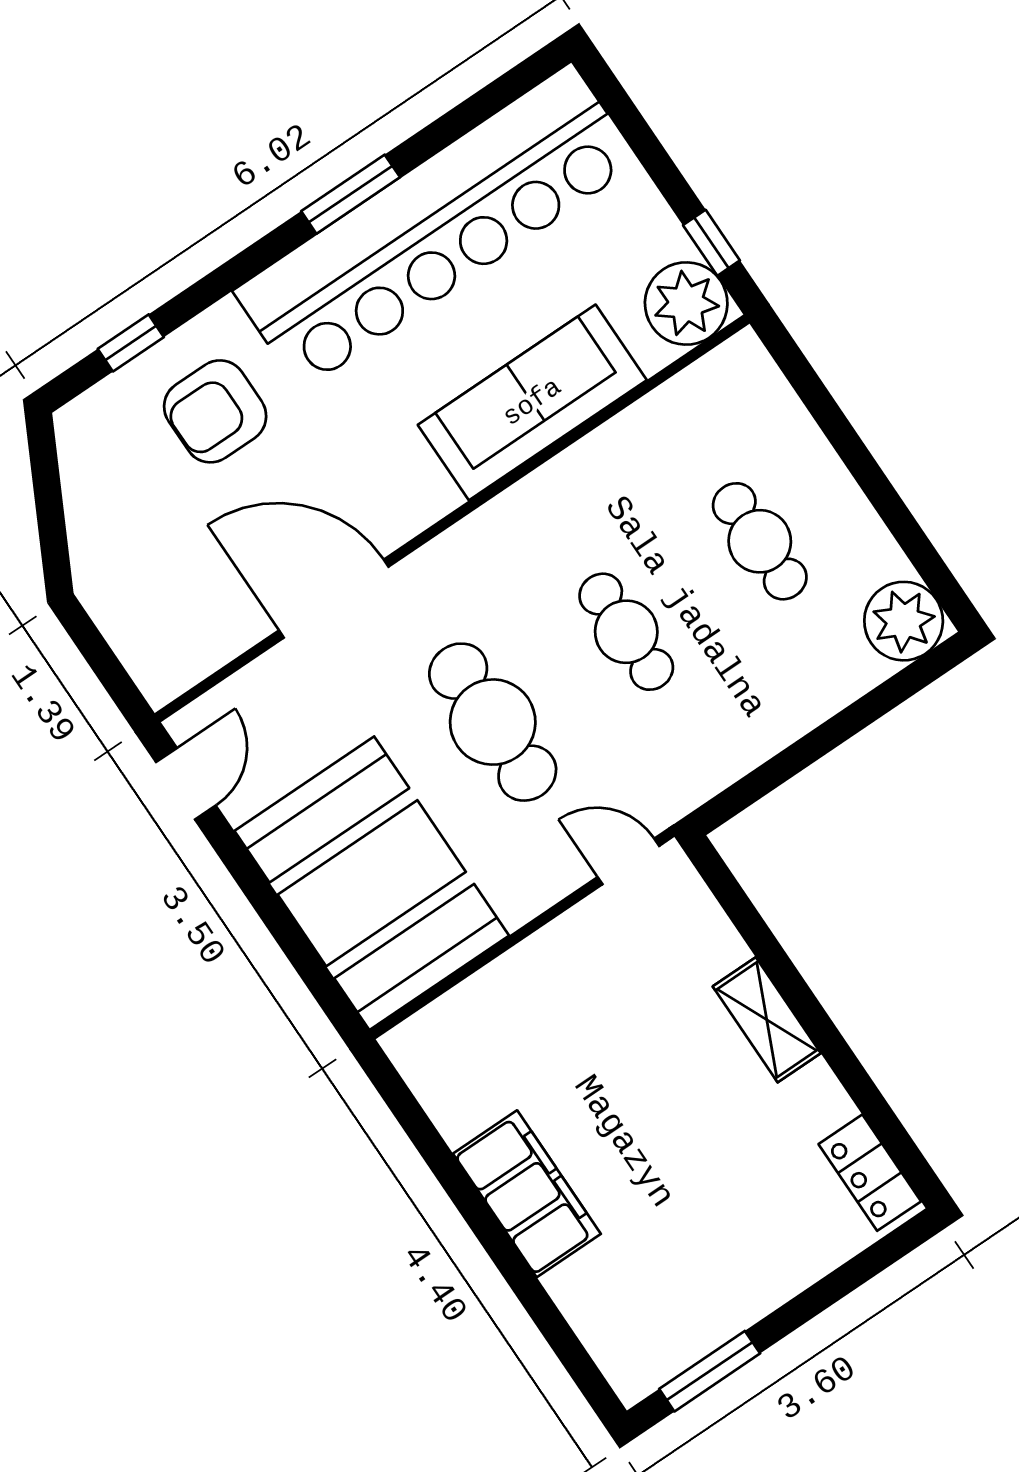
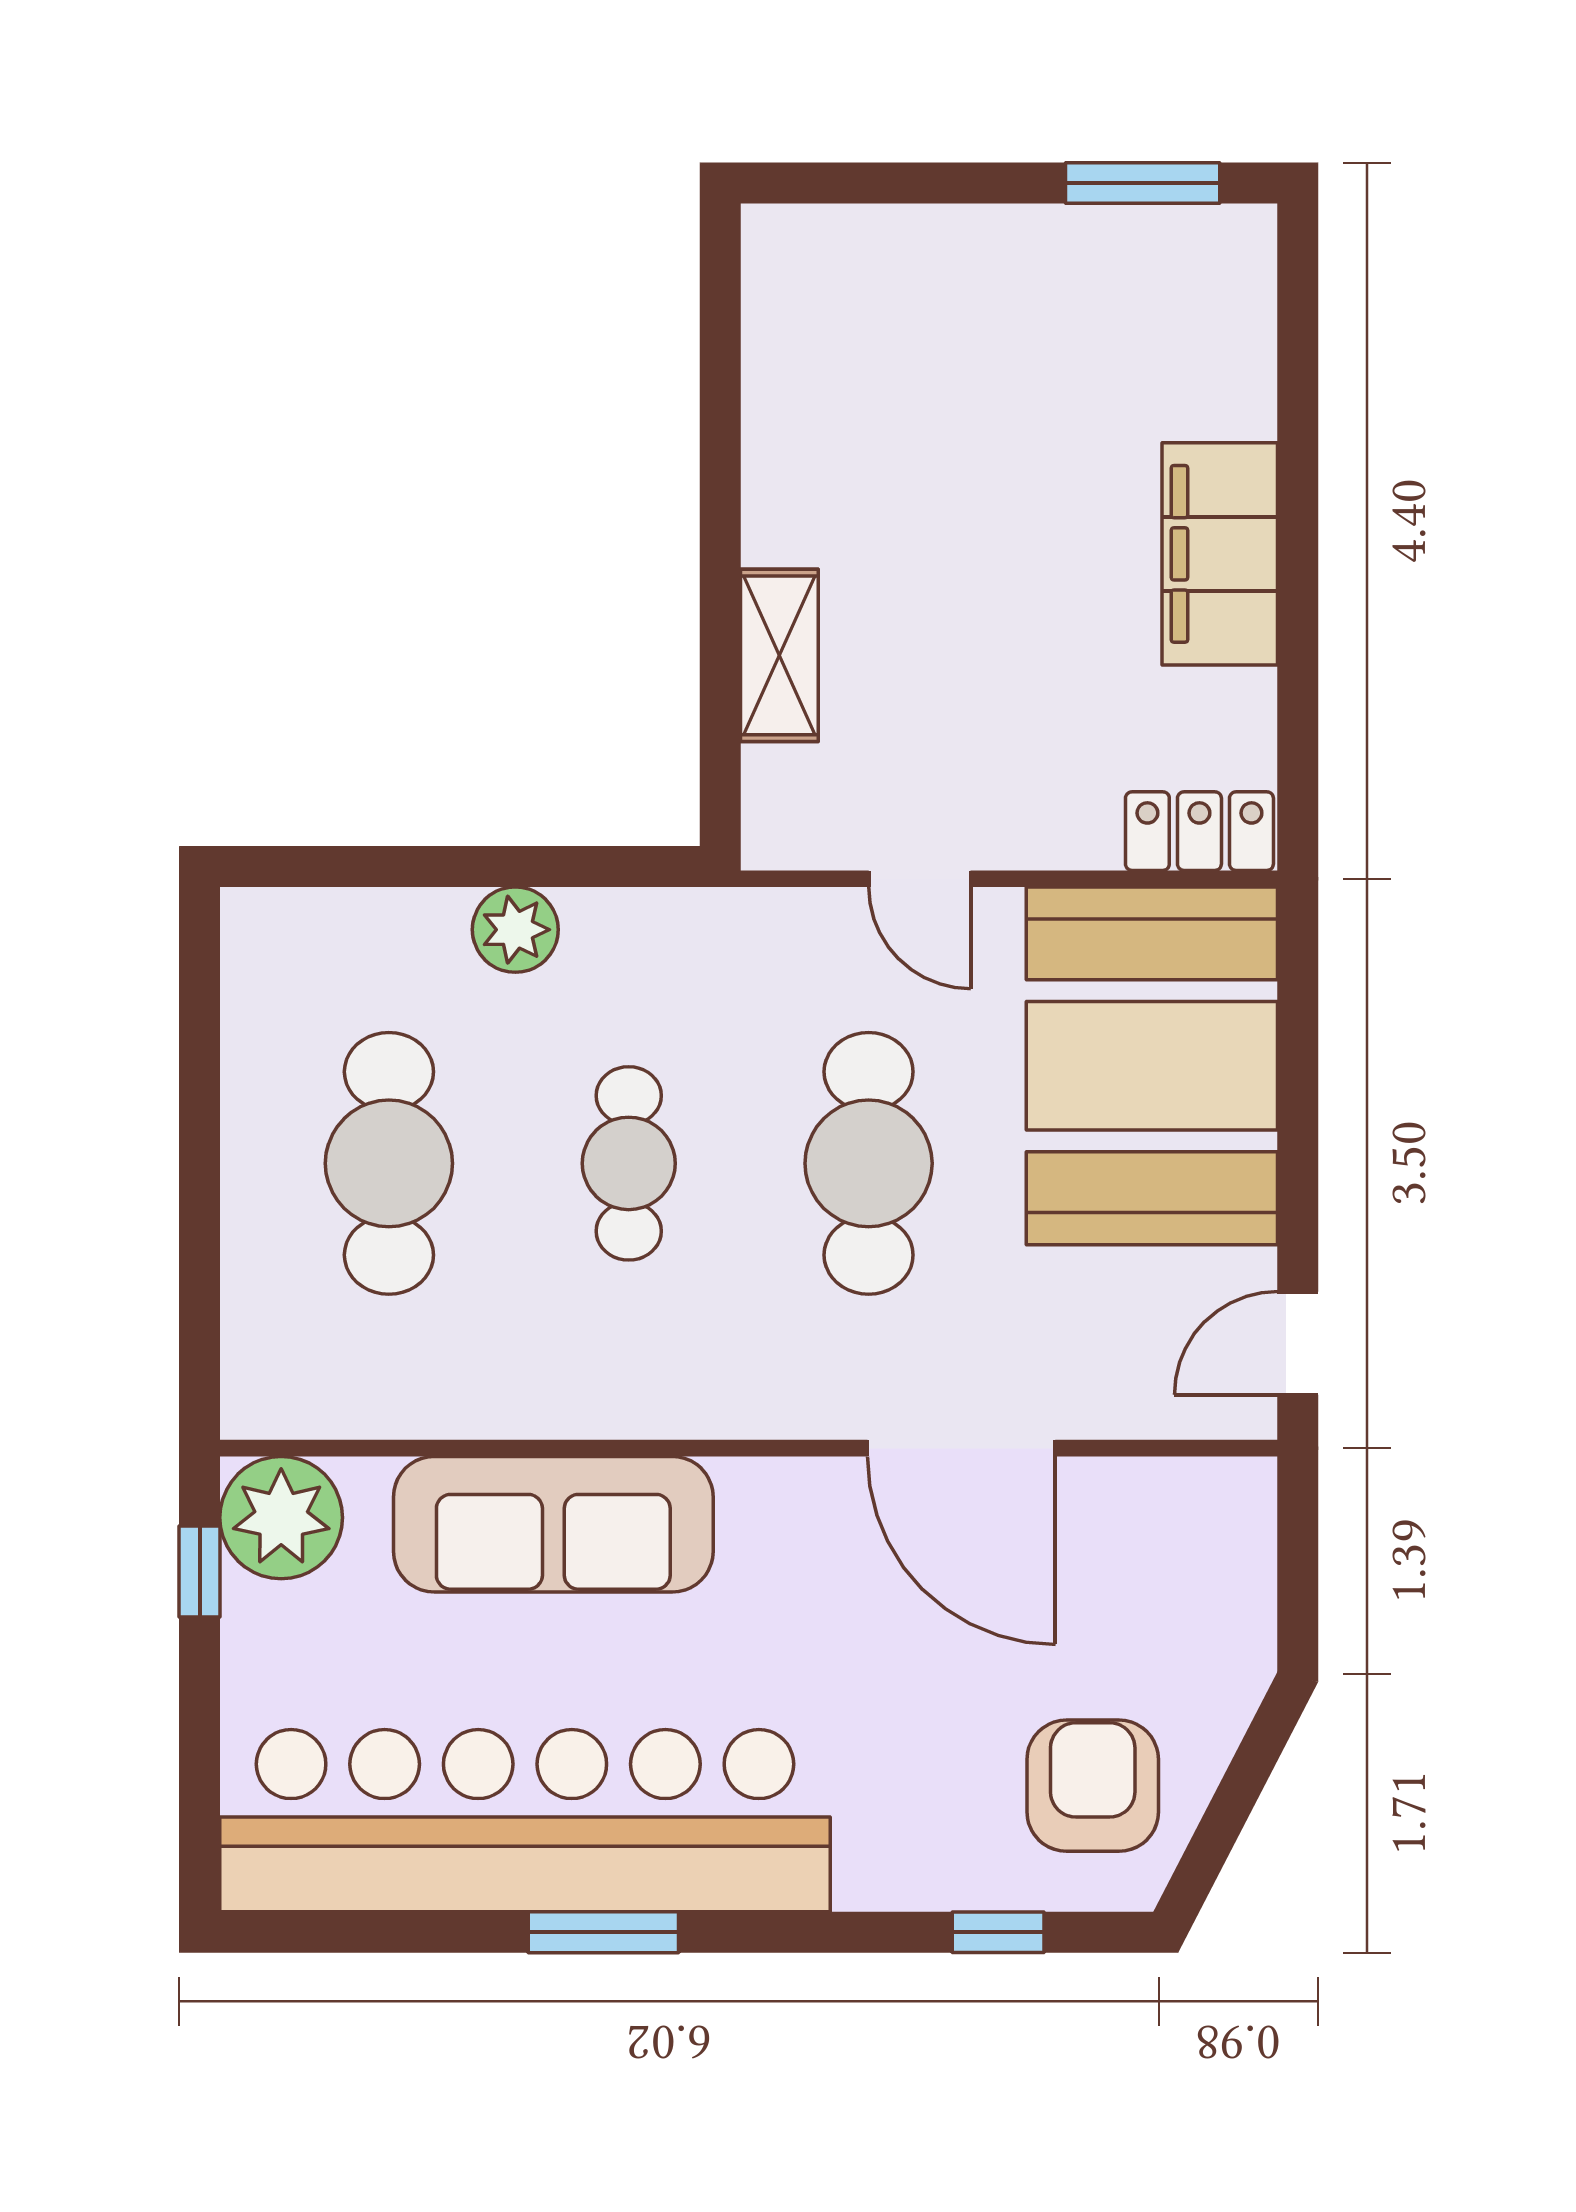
armchair: (215, 411) -> (1093, 1786), moved, turned -90
cafe table: (760, 541) -> (389, 1163), width x1.37, depth x1.35
plant: (904, 621) -> (515, 930), moved, width x0.73, depth x0.73
door: (628, 861) -> (920, 879), moved
shelving: (767, 1020) -> (779, 655), moved
locker: (870, 1173) -> (1199, 831), moved, turned -90

